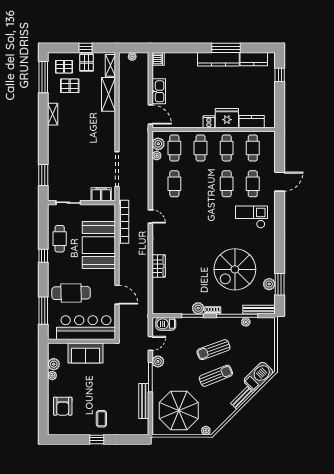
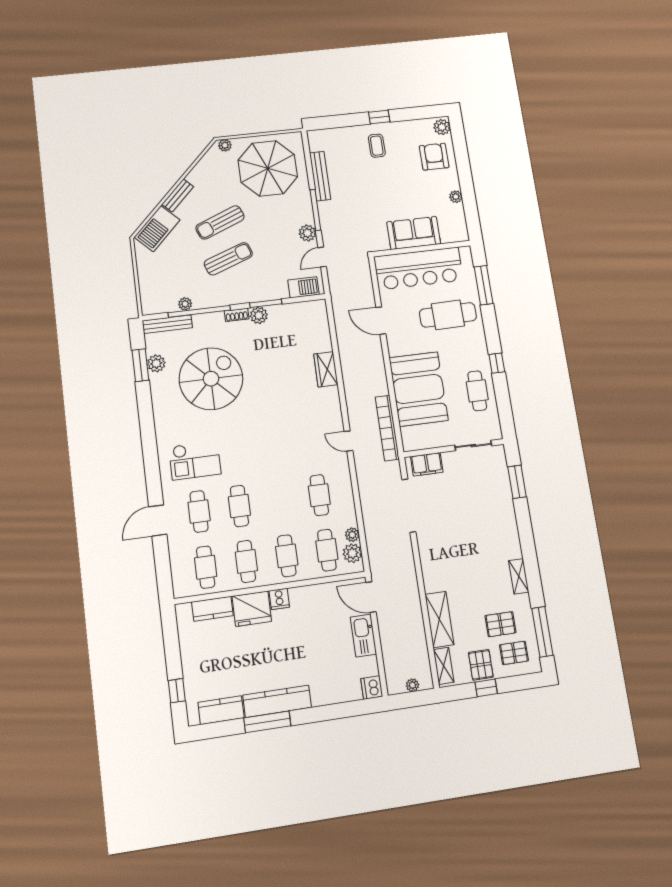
plant: (54, 364) -> (442, 127), moved

